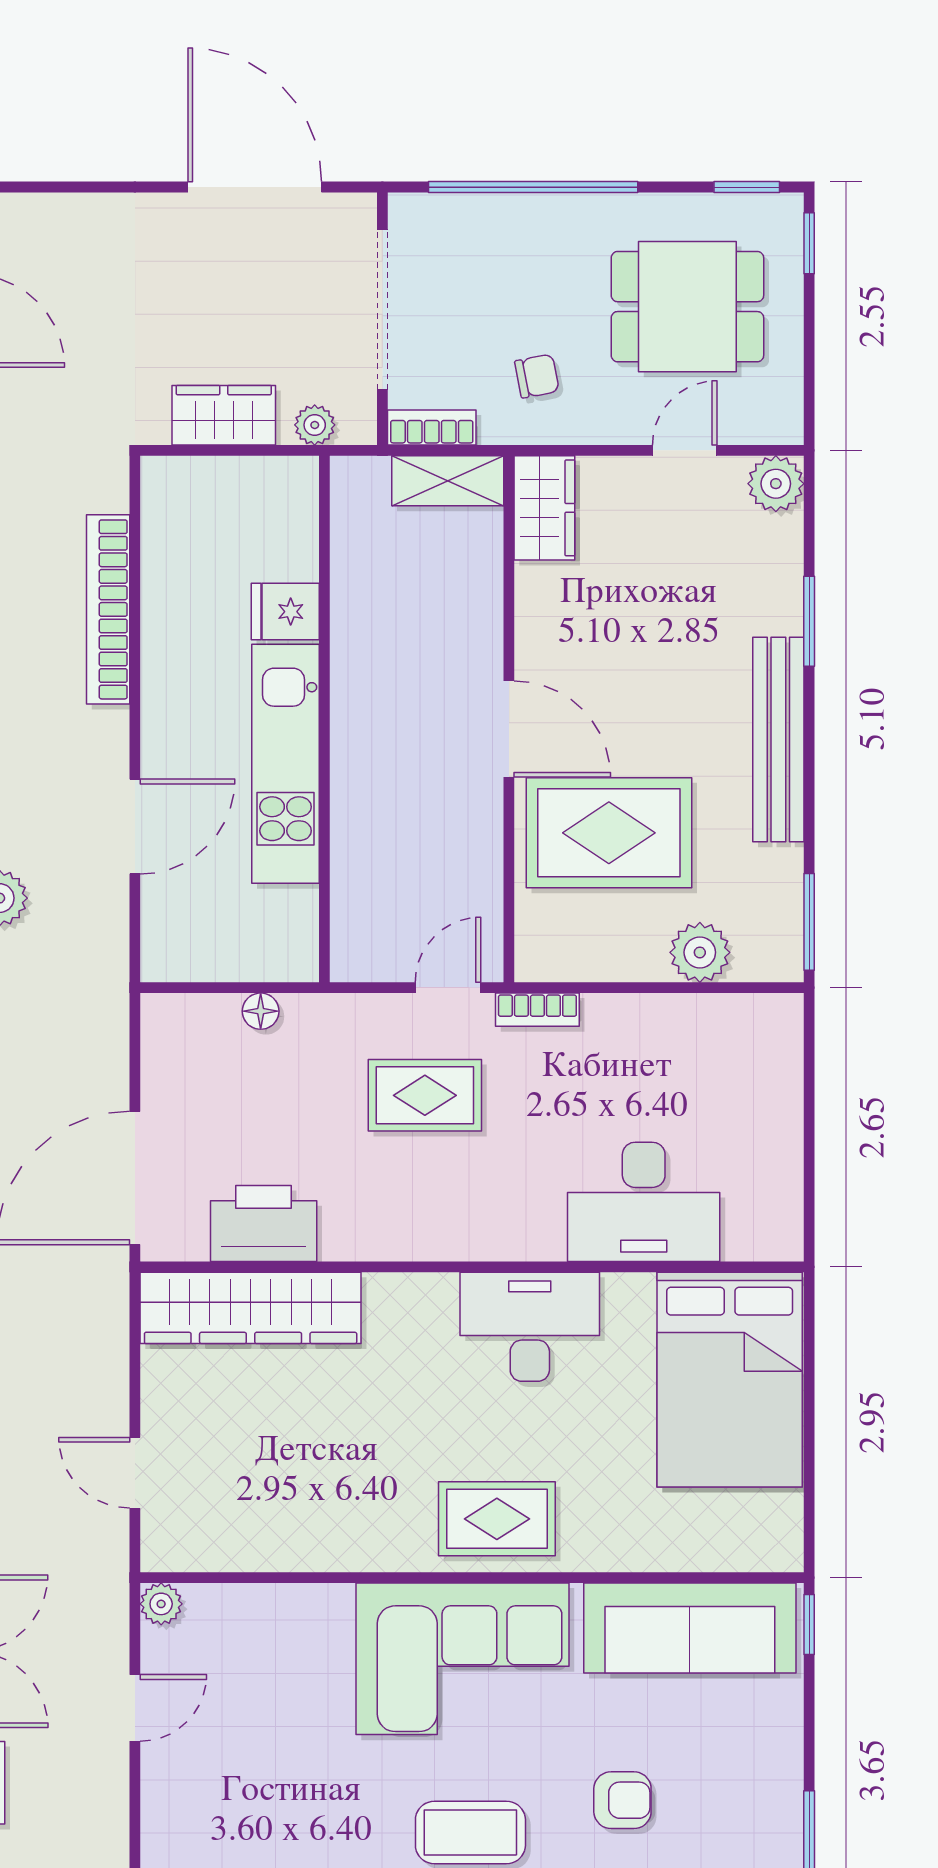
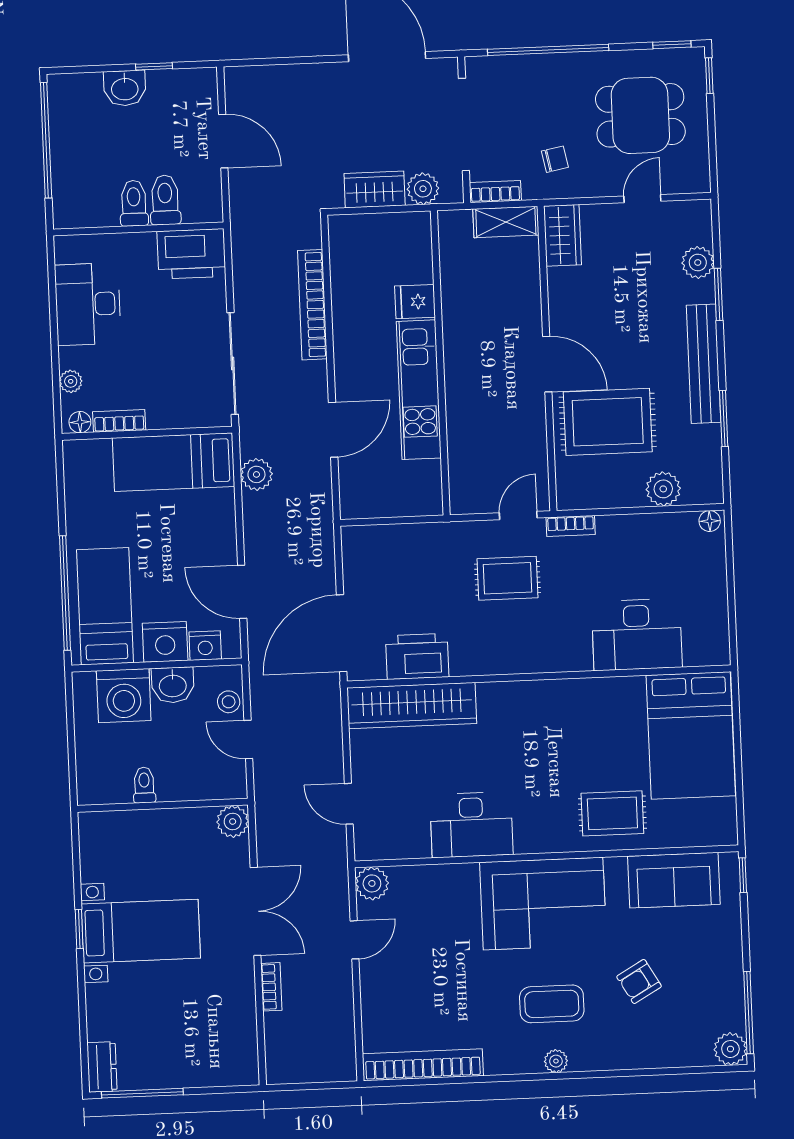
plant: (315, 425) -> (423, 189), width x1.38, depth x1.38
plant: (776, 484) -> (698, 262), moved
window: (809, 922) -> (724, 419), moved
floor lamp: (261, 1011) -> (710, 521), moved
desk: (530, 1327) -> (471, 825), moved, turned 180
rug: (497, 1519) -> (612, 813), moved
plant: (161, 1604) -> (372, 883), width x1.38, depth x1.38
sofa: (690, 1628) -> (674, 880), width x0.73
armchair: (622, 1800) -> (639, 981), turned 150

